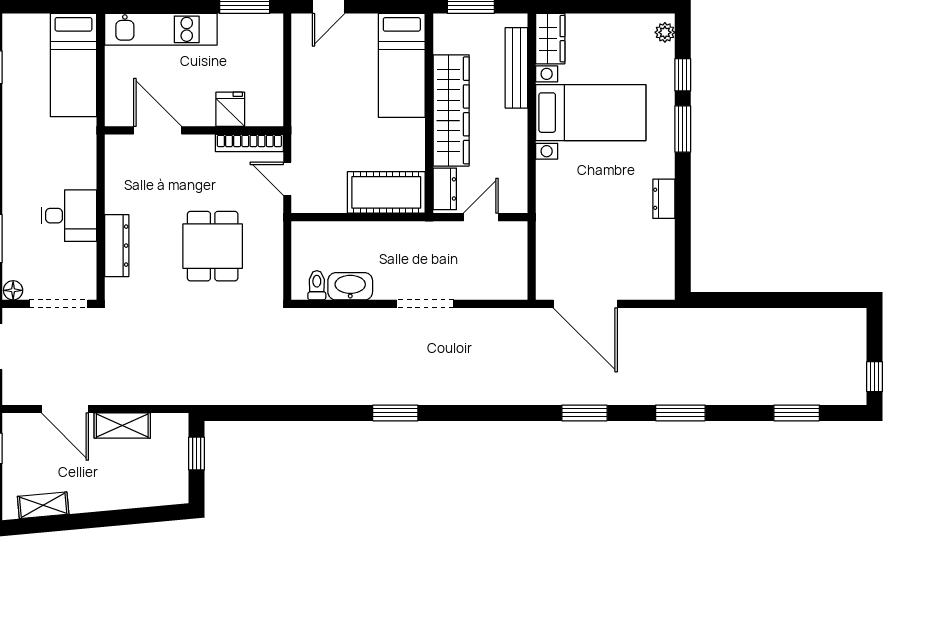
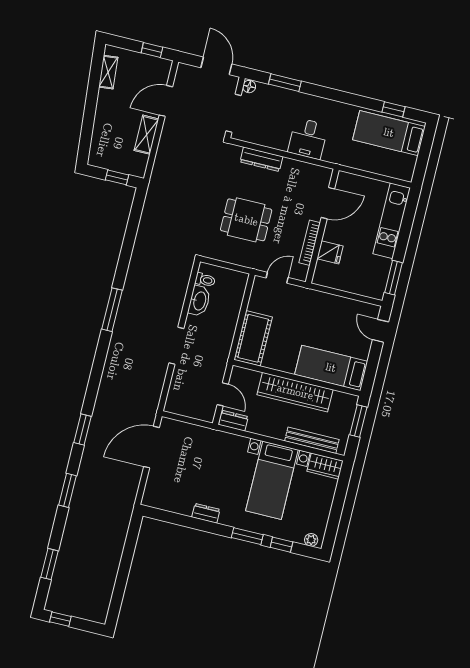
bed: (73, 65) -> (389, 133), moved
bookcase: (249, 143) -> (310, 243), moved
dresser: (445, 189) -> (233, 421), moved, turned 180
desk: (69, 216) -> (308, 139), moved
window: (395, 413) -> (112, 310), width x1.44

